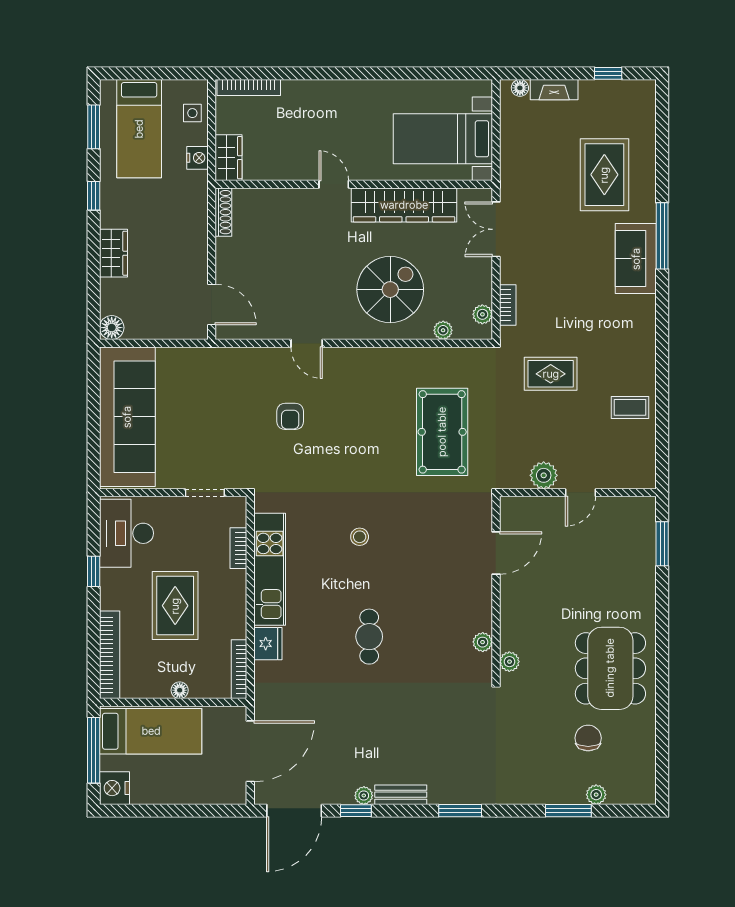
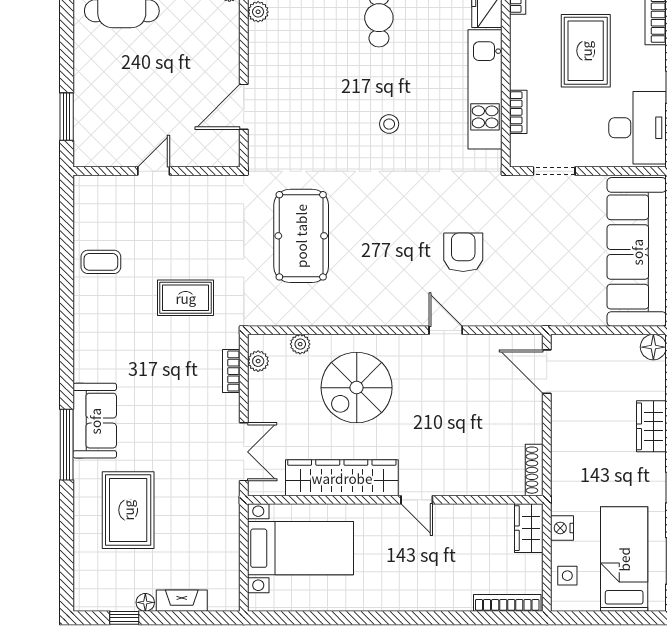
floor lamp: (520, 88) -> (145, 602), moved
armchair: (290, 416) -> (463, 252), width x1.38, depth x1.38
plant: (544, 475) -> (193, 190), removed

